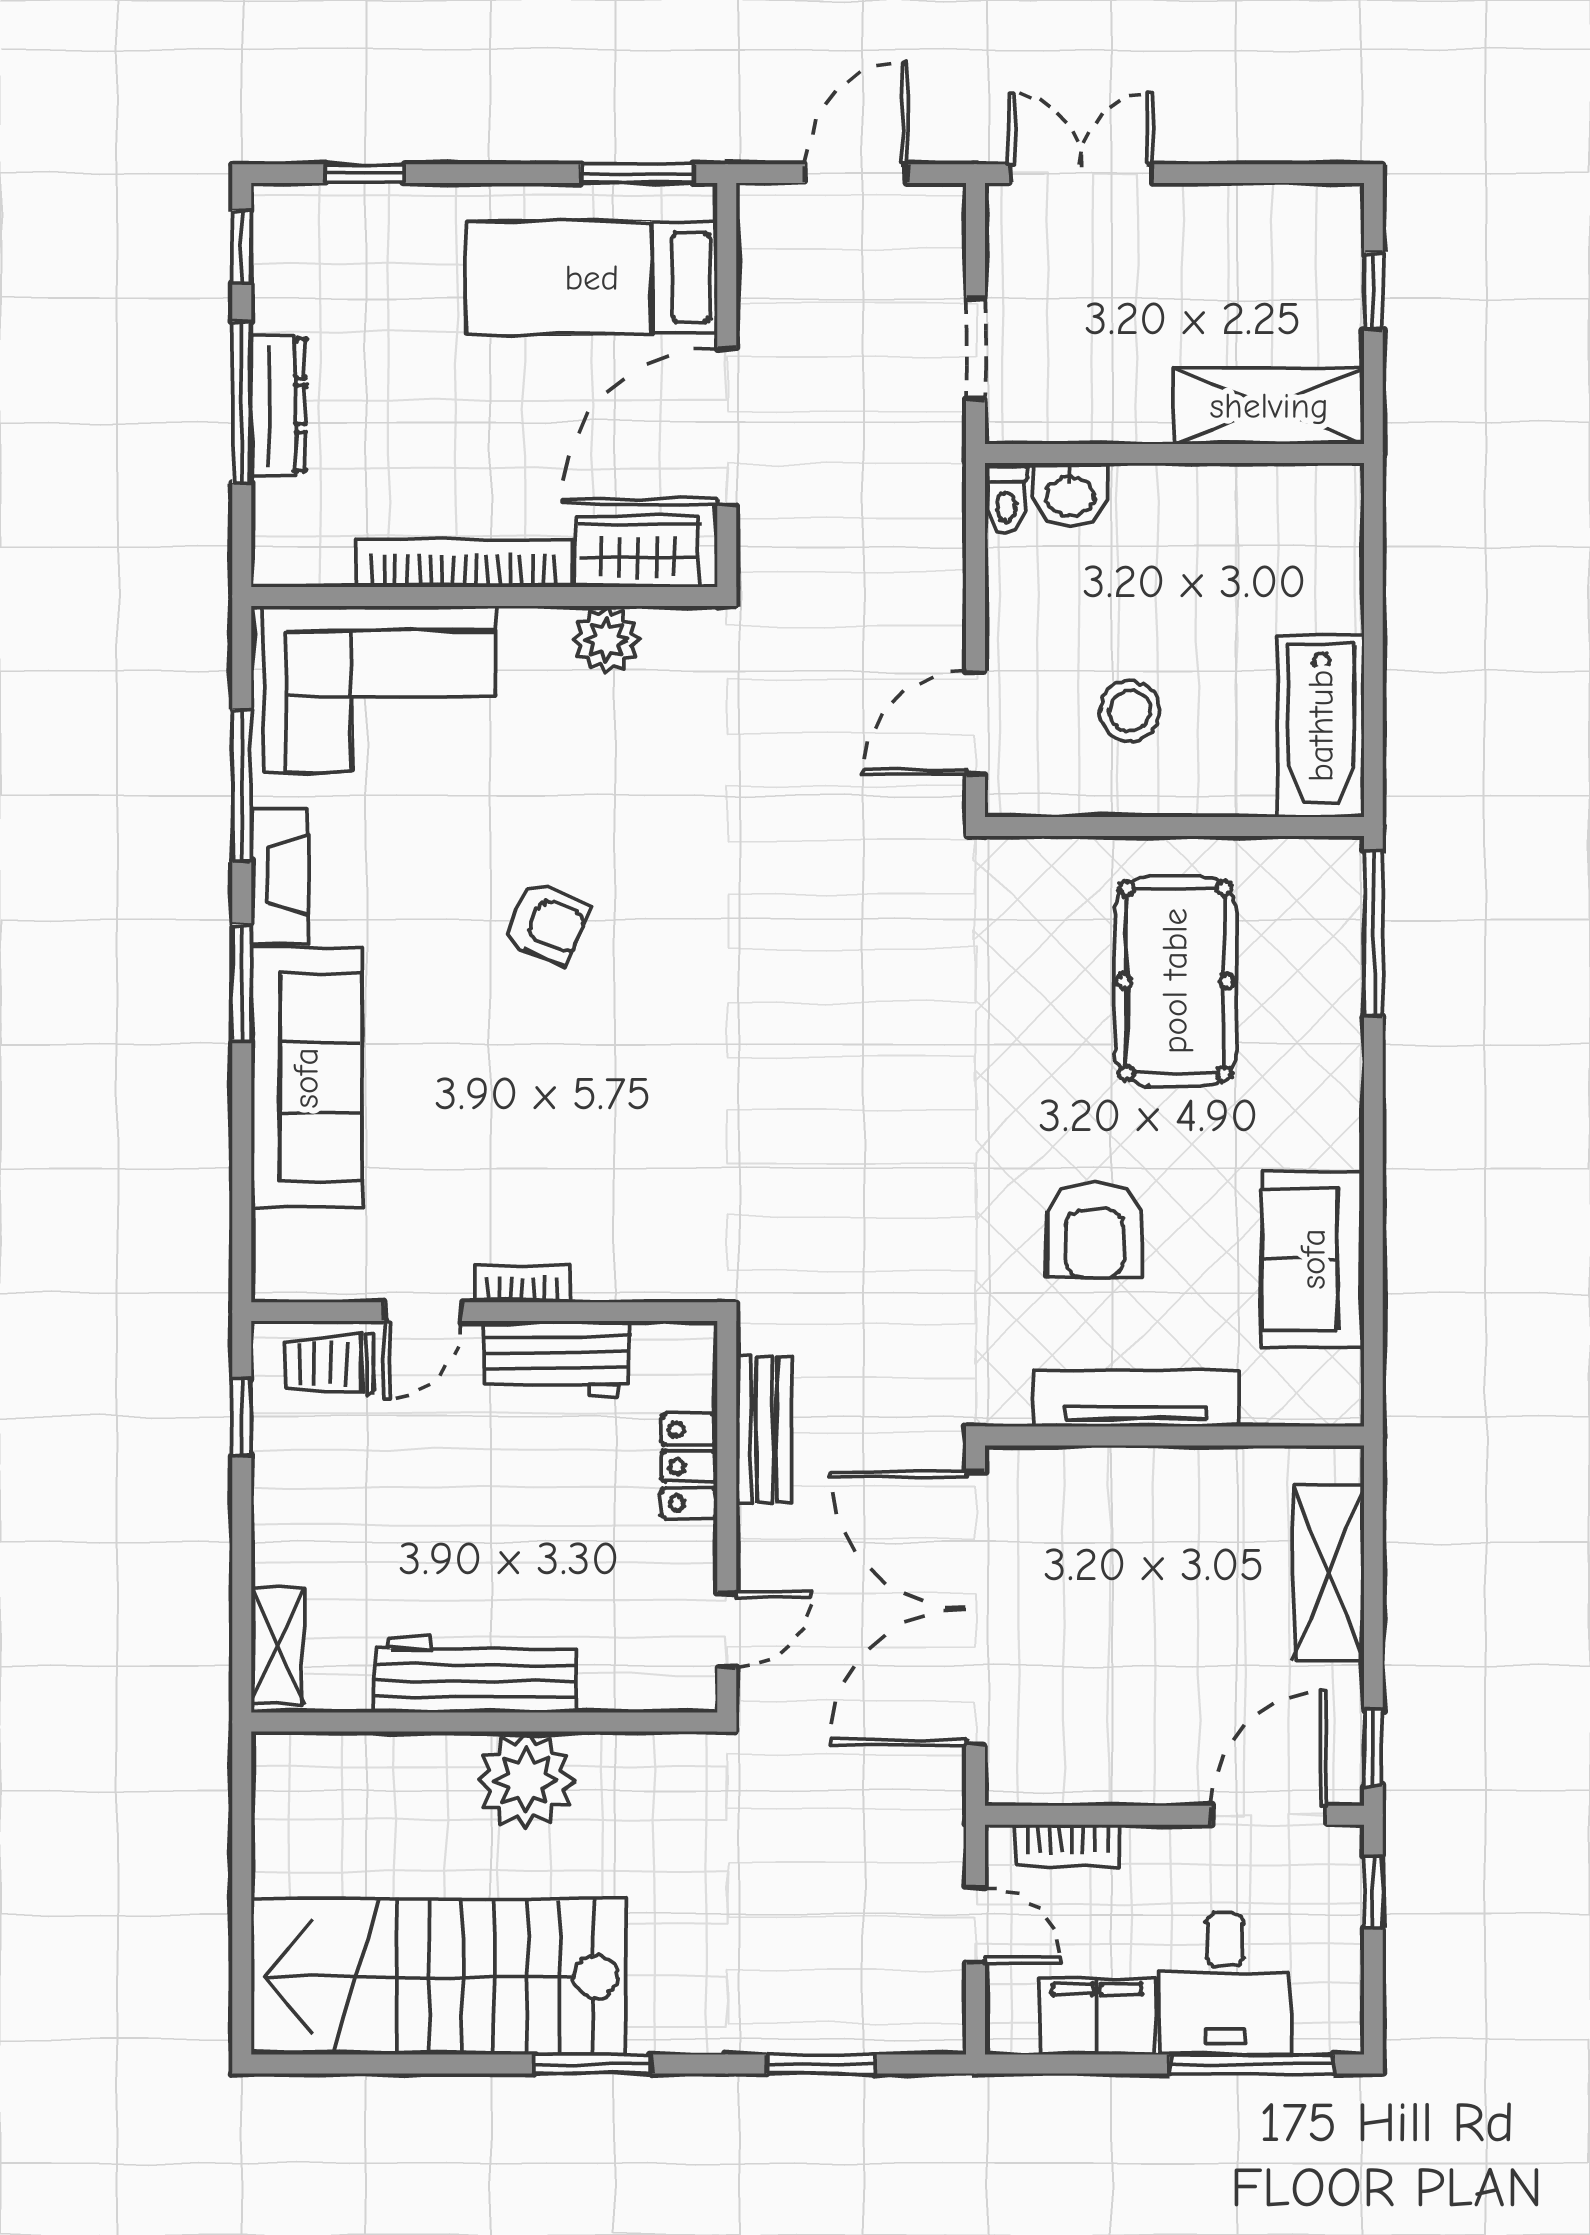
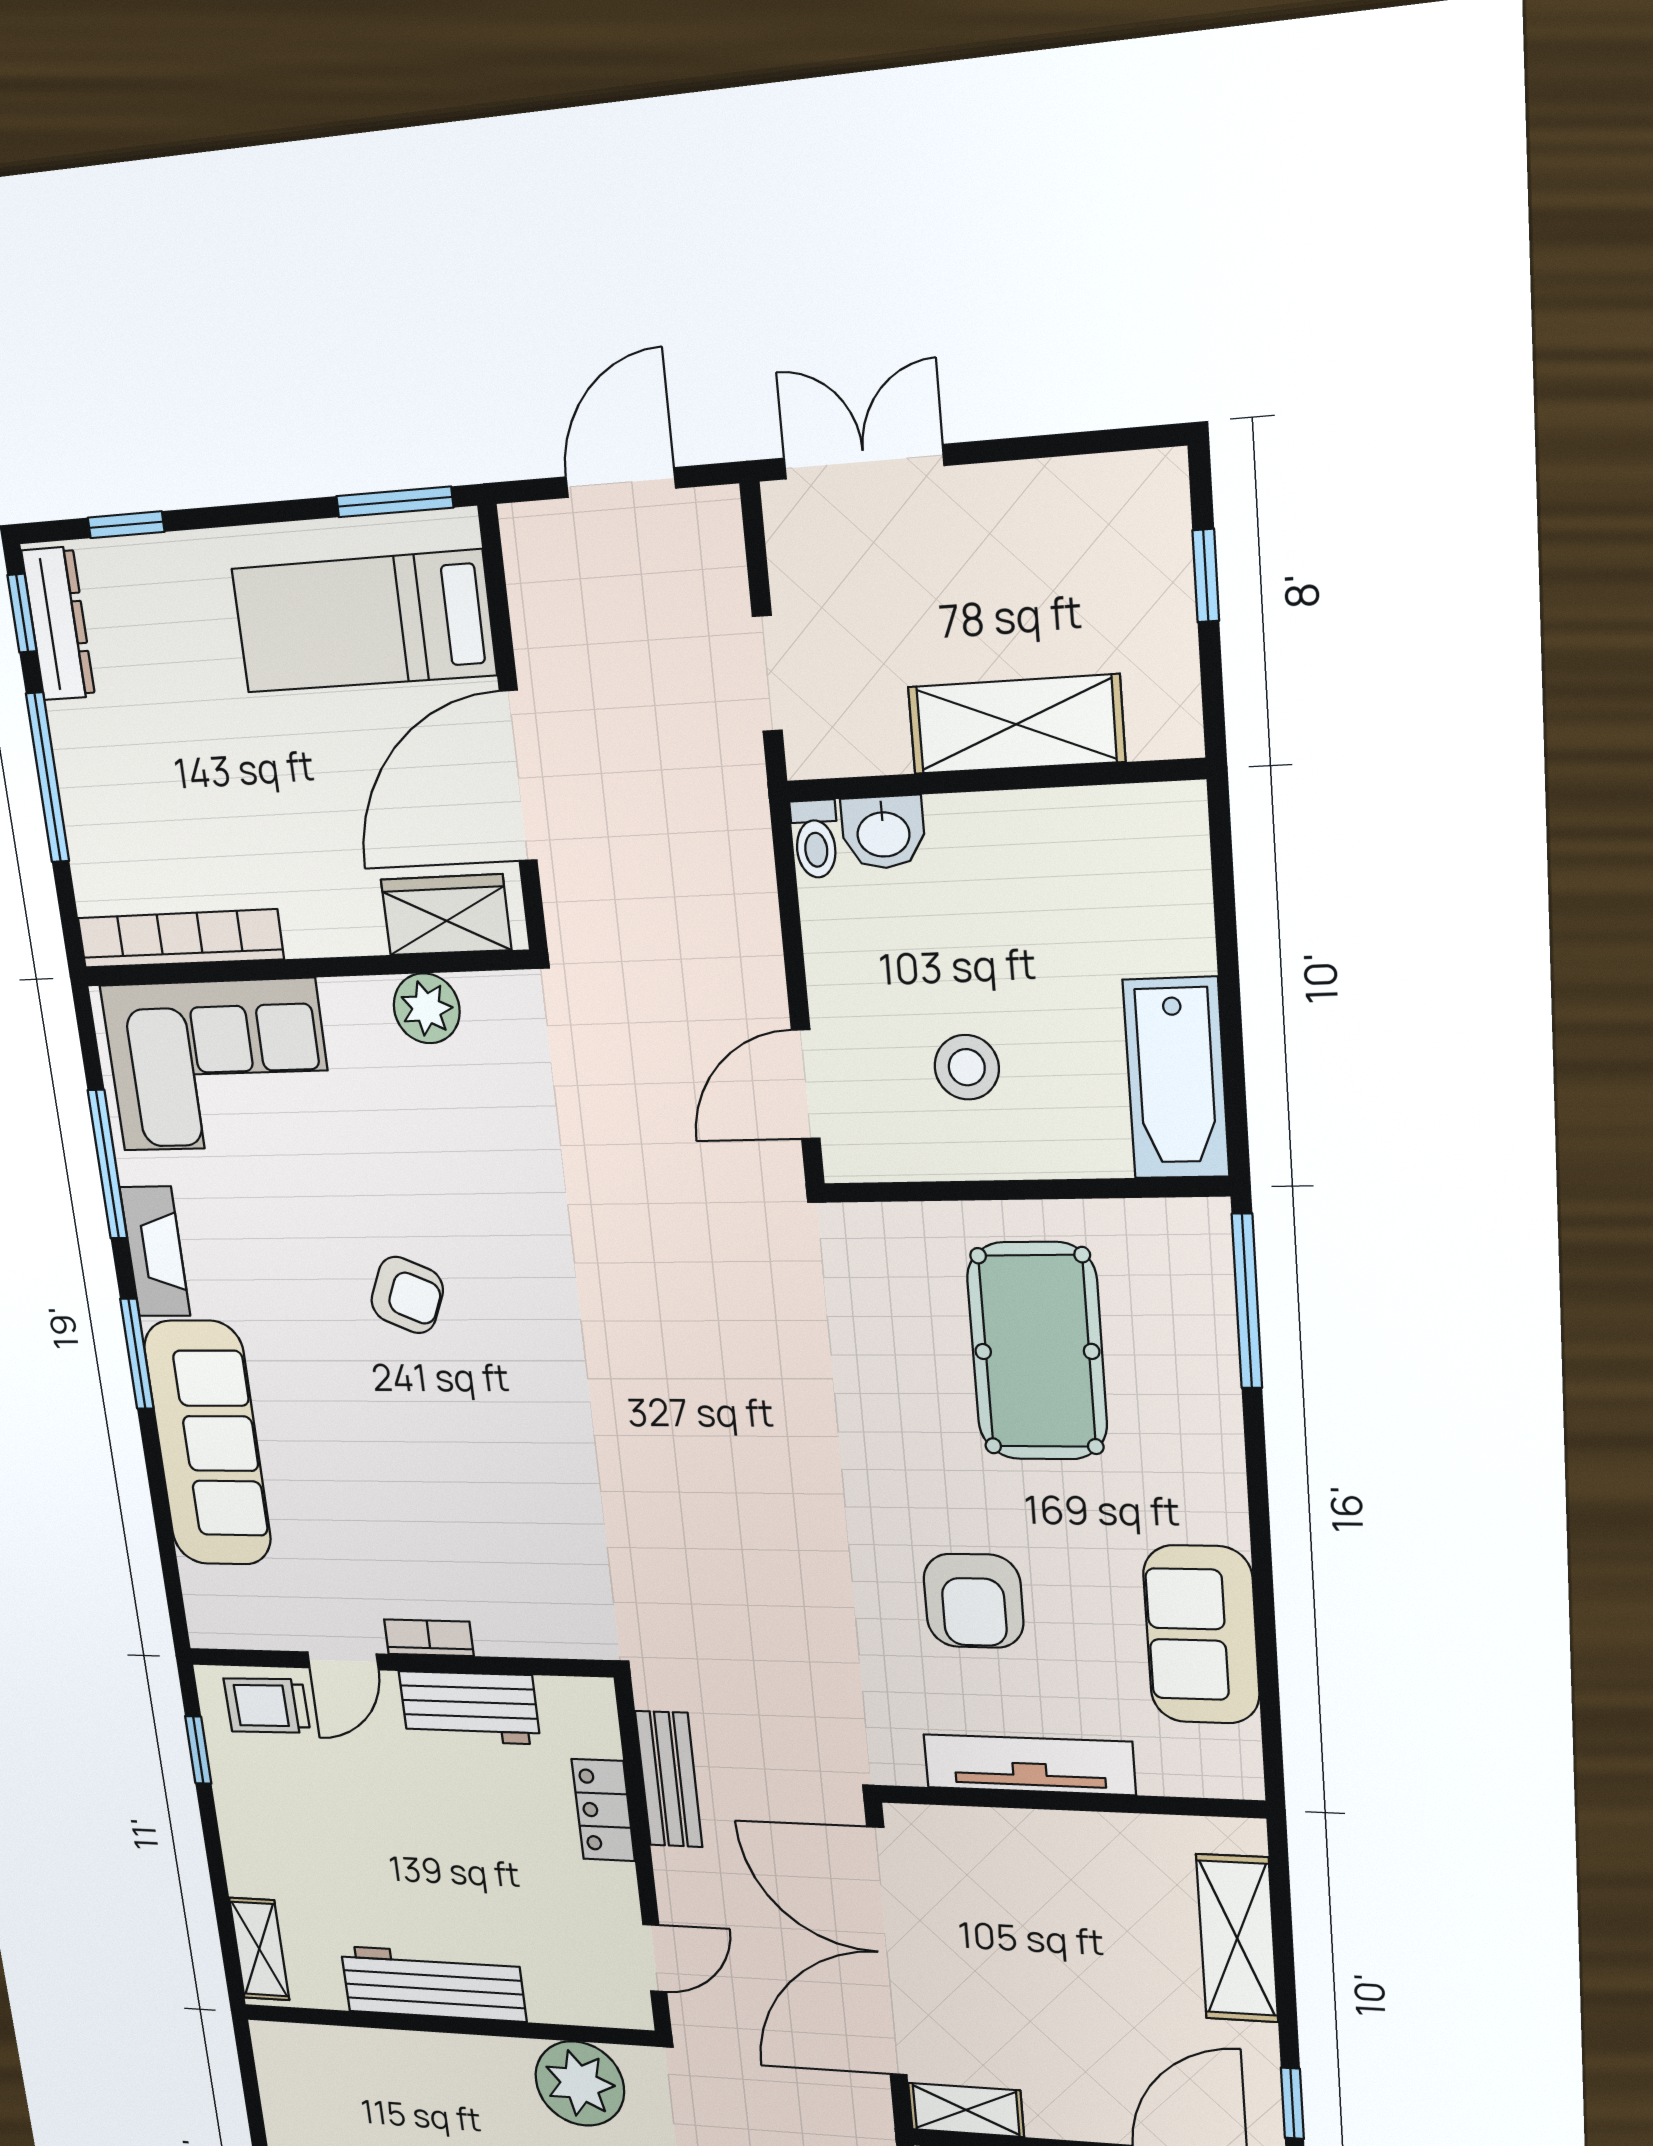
dresser: (278, 405) -> (58, 624), moved
shelving: (1269, 406) -> (1016, 724), moved
bookcase: (464, 563) -> (180, 938), moved
plant: (526, 1780) -> (580, 2084), moved
shelving: (1043, 1780) -> (966, 2110), added

